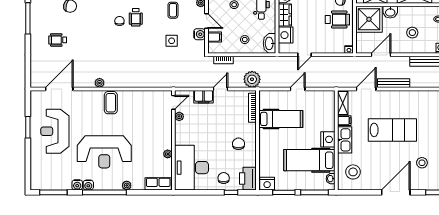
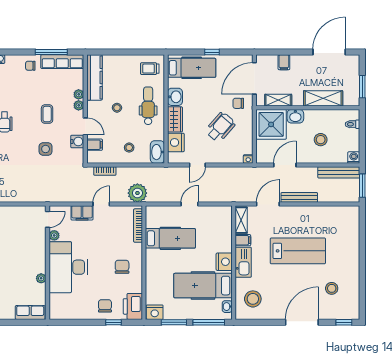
wheelchair: (337, 20) -> (220, 127), moved, turned -49
desk: (192, 168) -> (68, 267), moved

